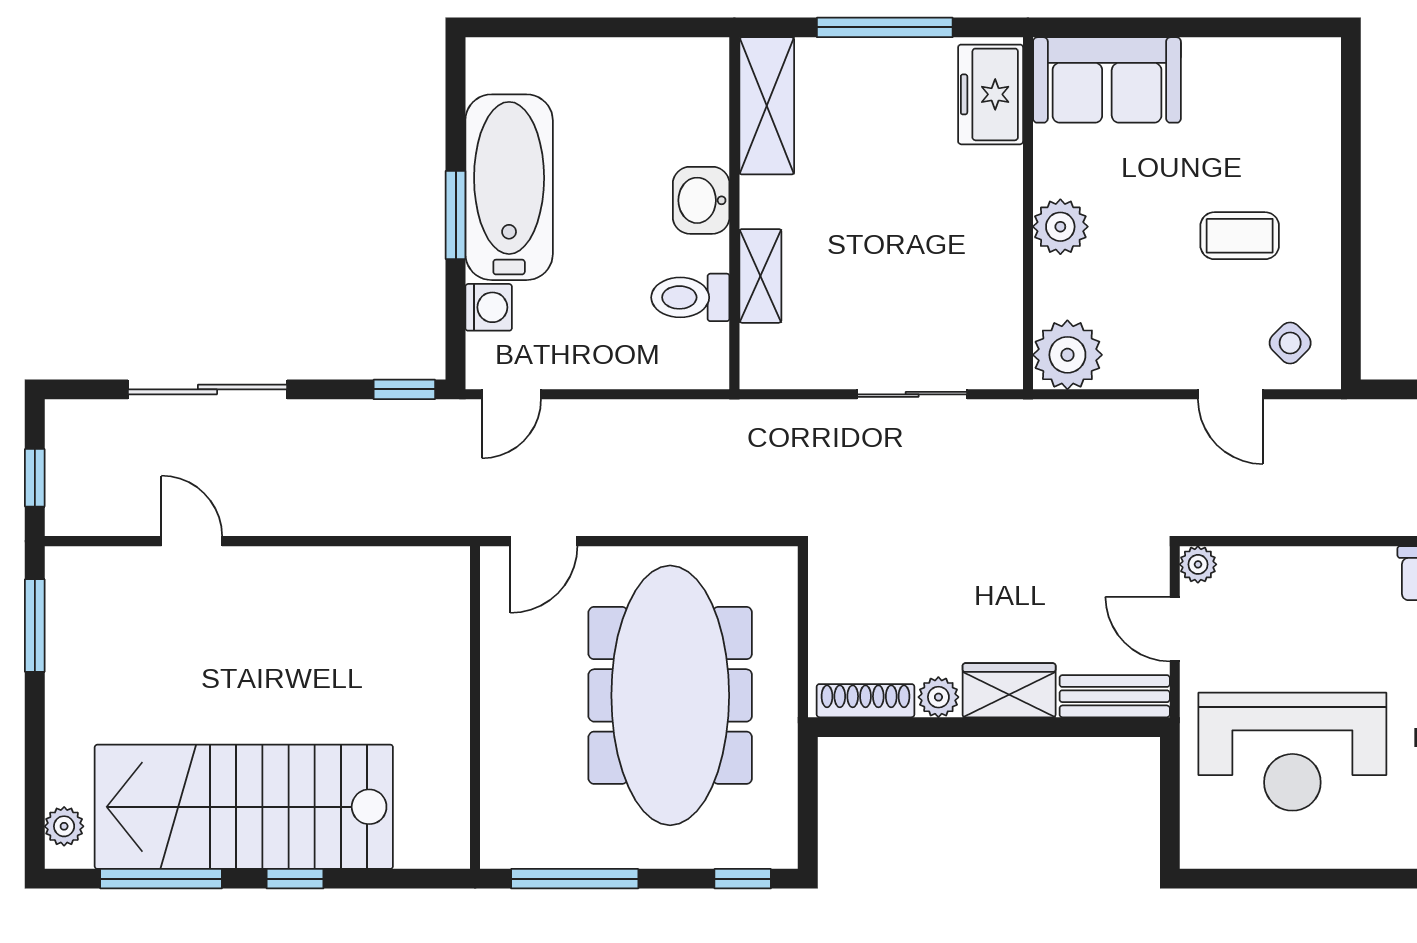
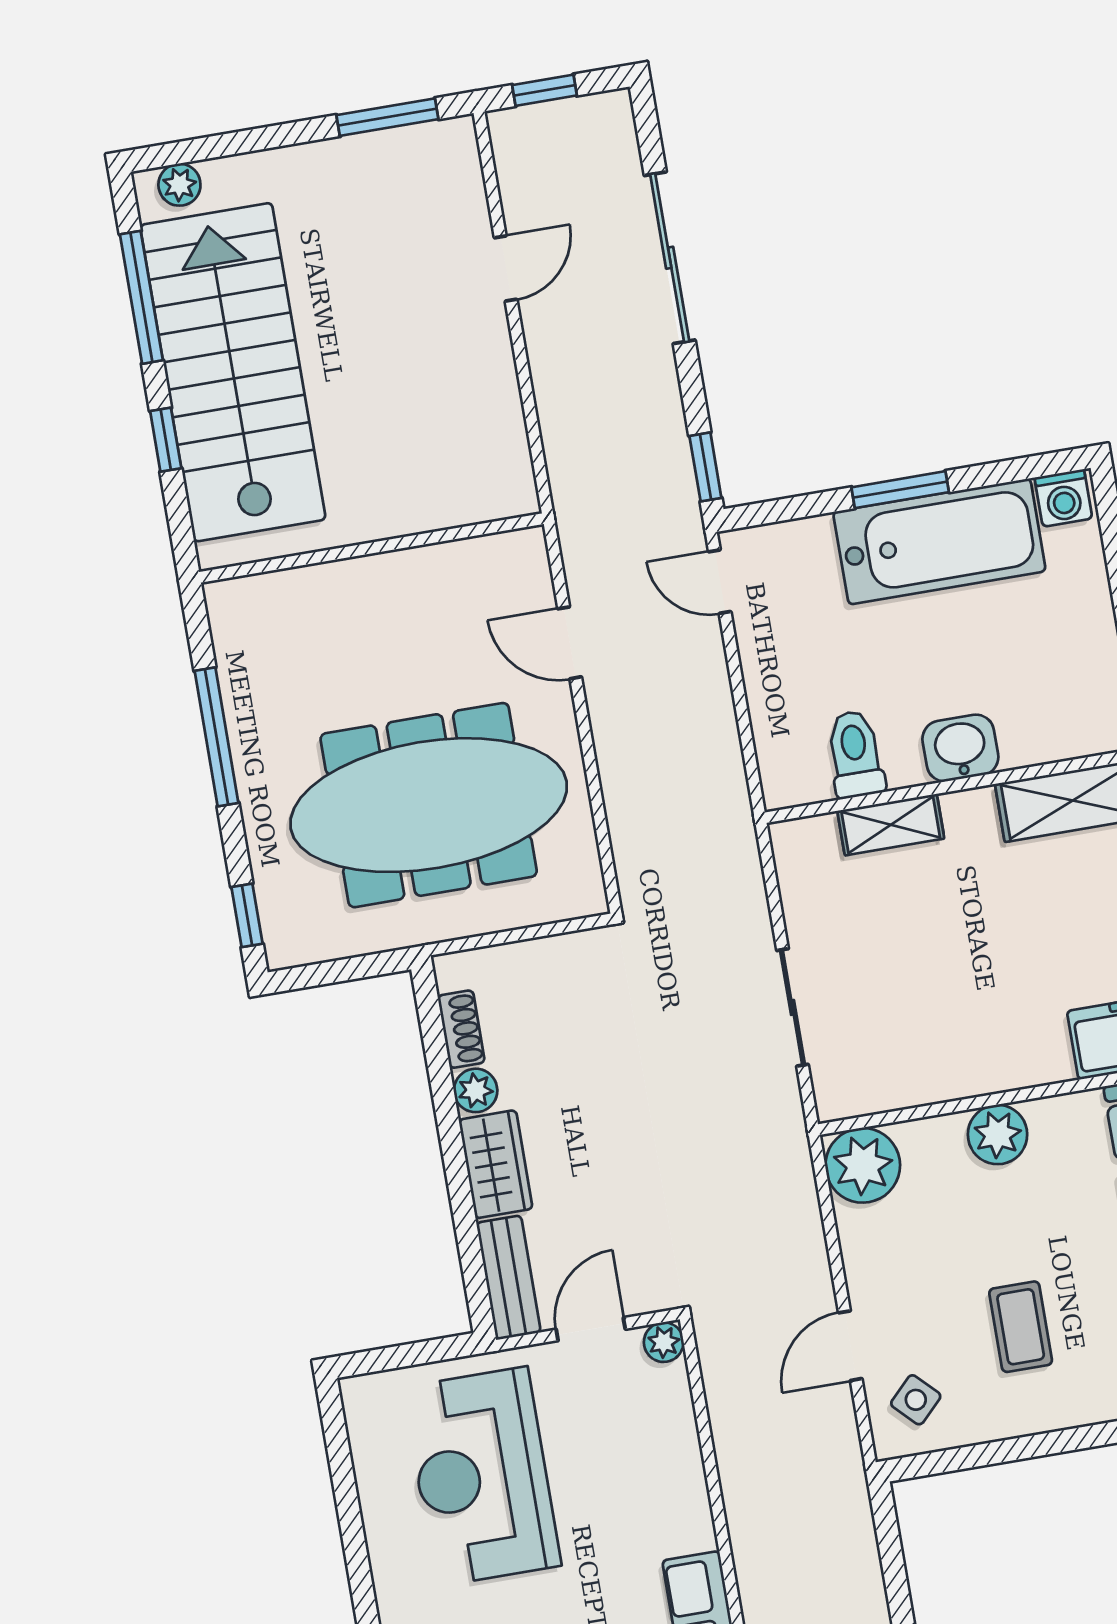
washing machine: (489, 307) -> (1063, 498), moved
shoe rack: (866, 701) -> (461, 1029), width x0.70
wall: (475, 707) -> (371, 548), moved

